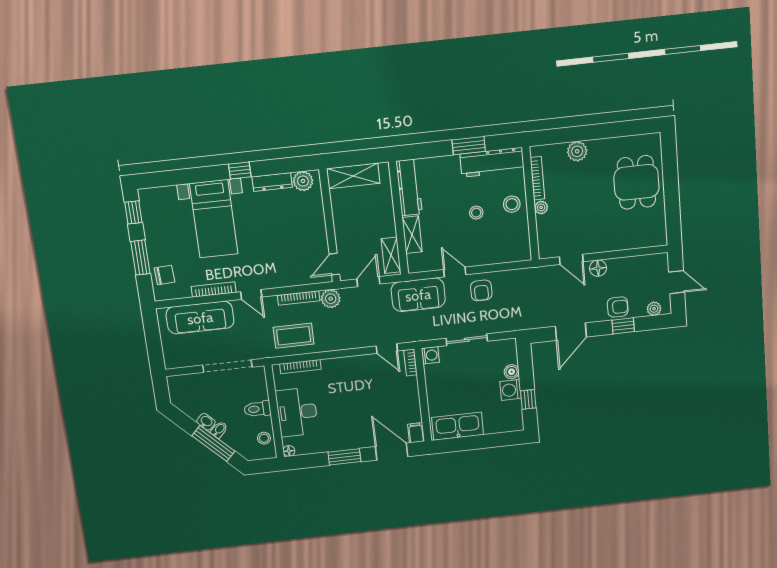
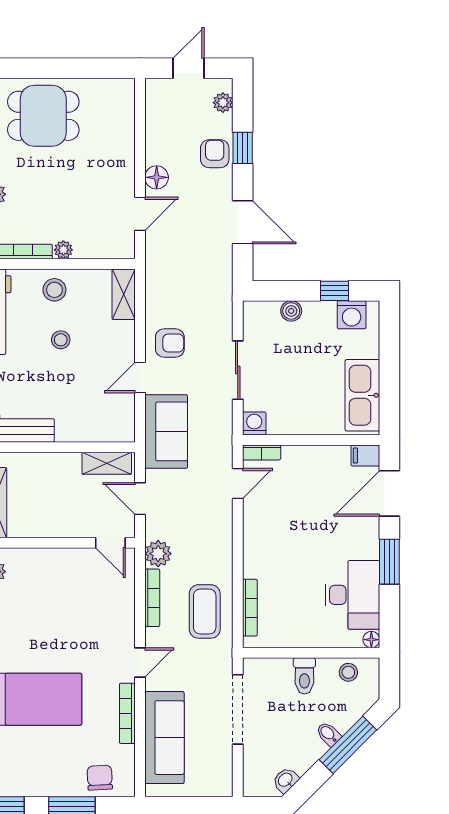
shelving: (412, 235) -> (124, 294), moved, turned 90
washing machine: (511, 390) -> (352, 315), moved
desk: (297, 412) -> (352, 595), moved, turned -90
washbasin: (206, 422) -> (286, 780), moved

